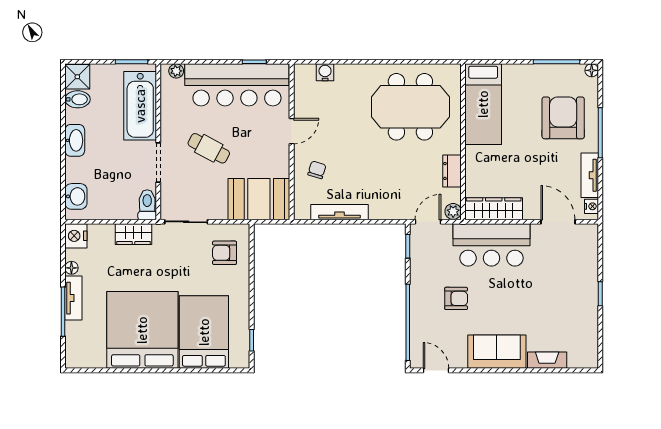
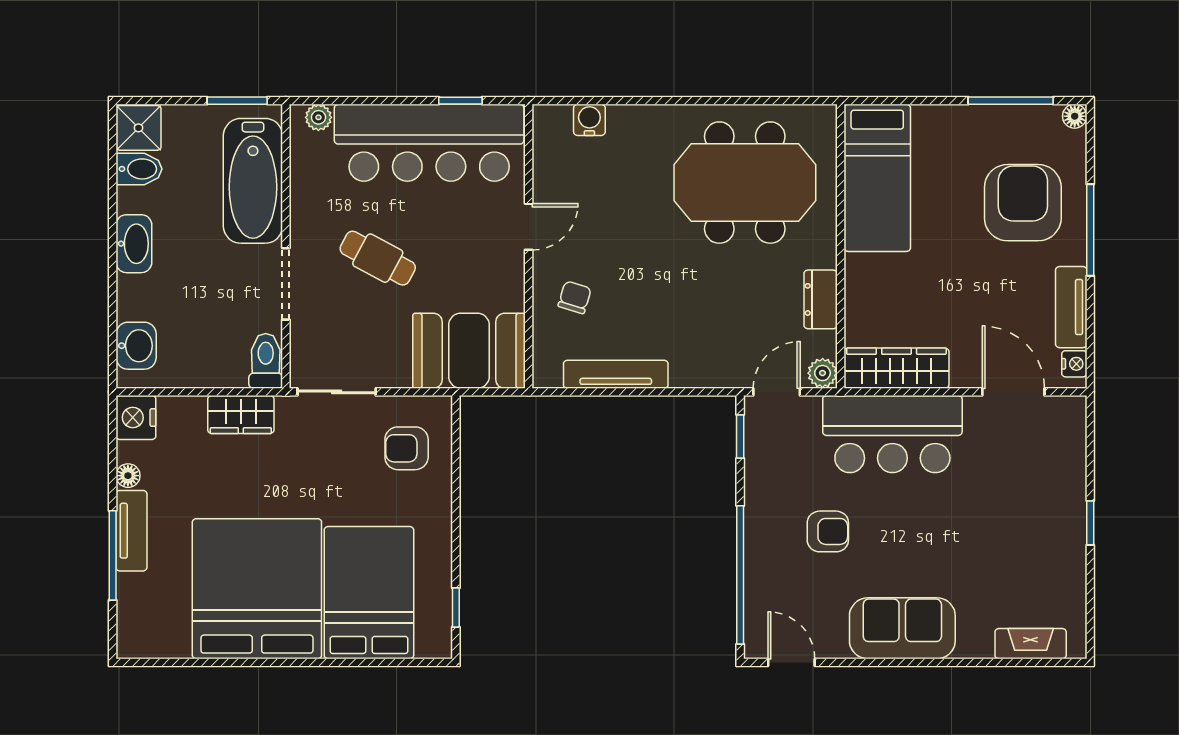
fireplace: (547, 360) -> (1031, 644), moved

